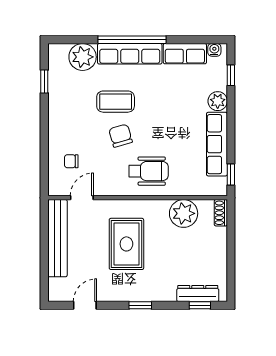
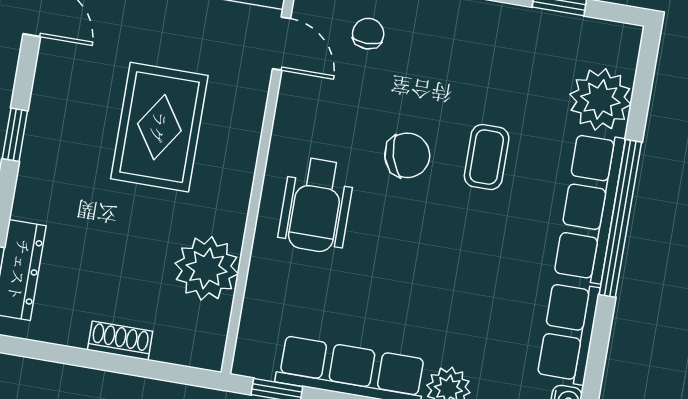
coffee table: (116, 102) -> (487, 157), width x0.73, depth x0.77
shoe rack: (221, 213) -> (120, 341), moved
rug: (126, 244) -> (159, 127), turned 90

